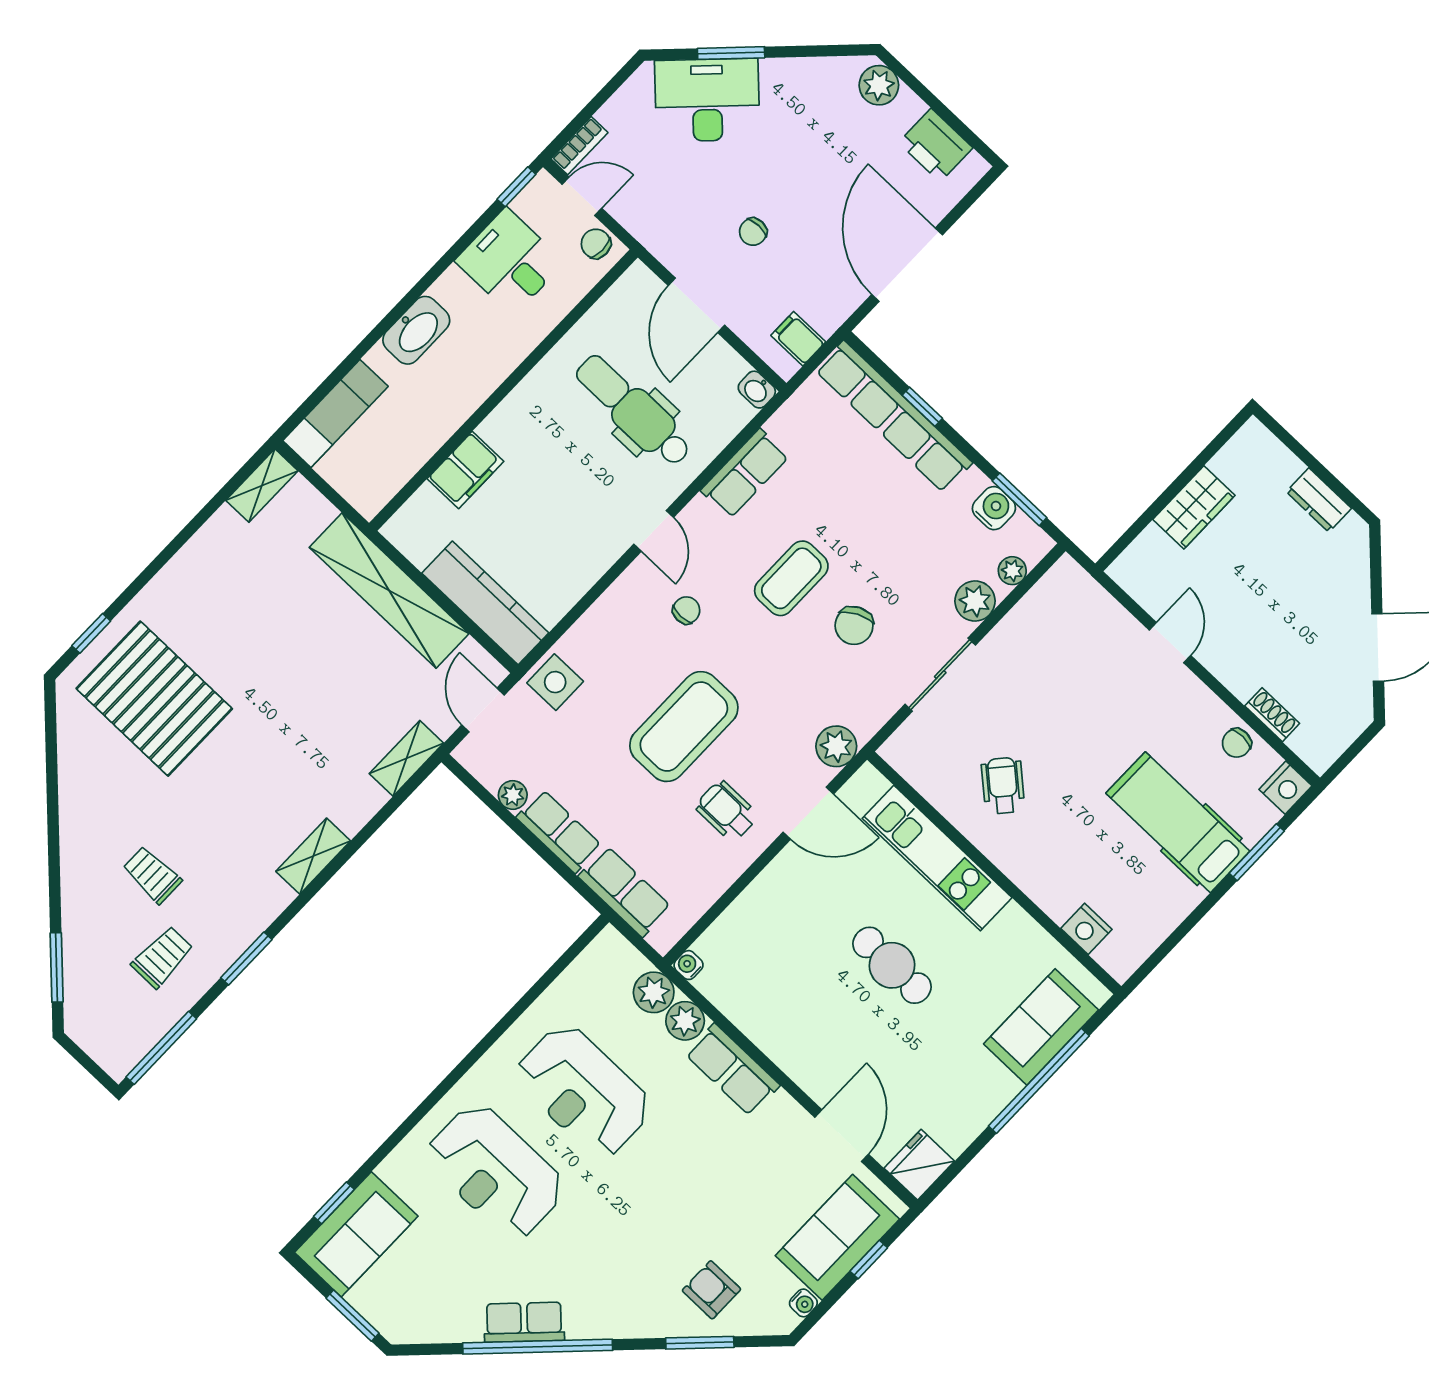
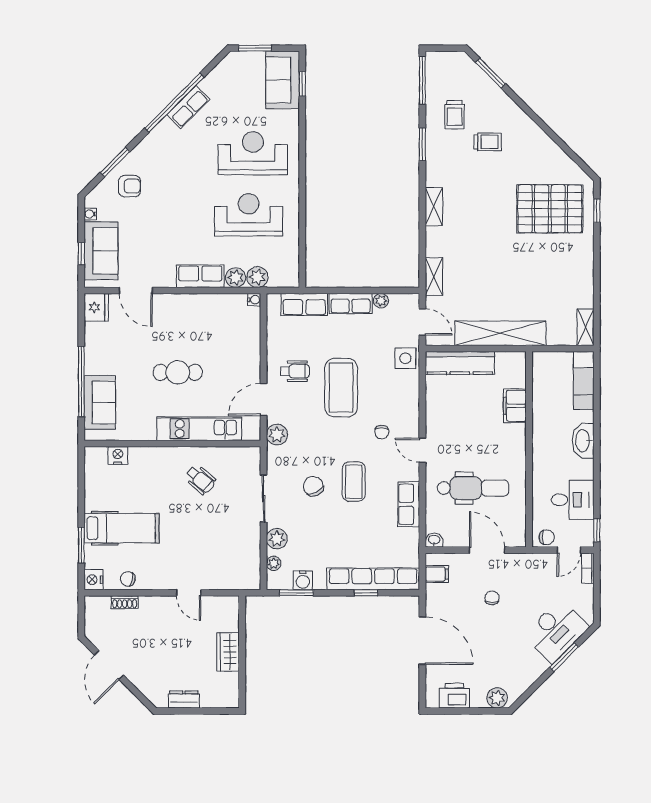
chair: (1237, 743) -> (128, 579), turned -79

